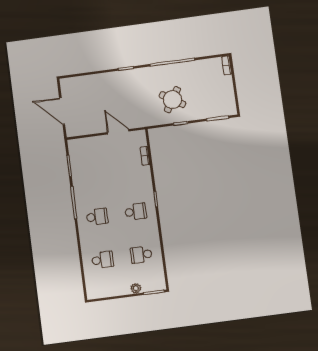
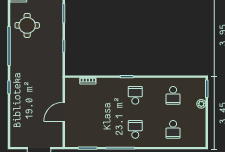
round table: (172, 100) -> (27, 25), moved, turned -32
door: (118, 132) -> (64, 112), moved
school desk: (103, 260) -> (173, 129), turned 180

